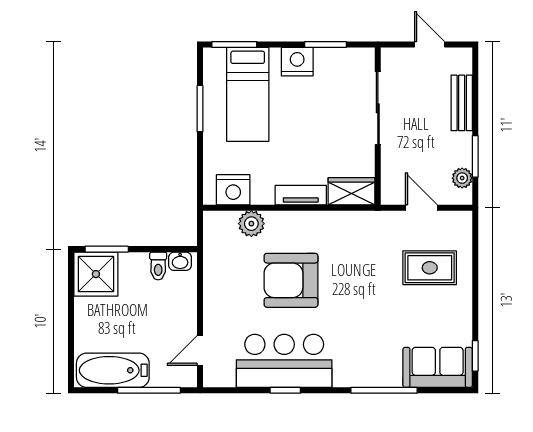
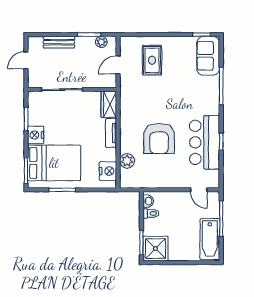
bed: (248, 94) -> (54, 163), width x1.50

